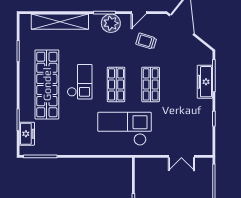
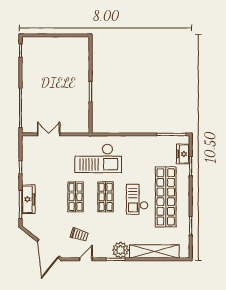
plant: (111, 23) -> (121, 250), moved

